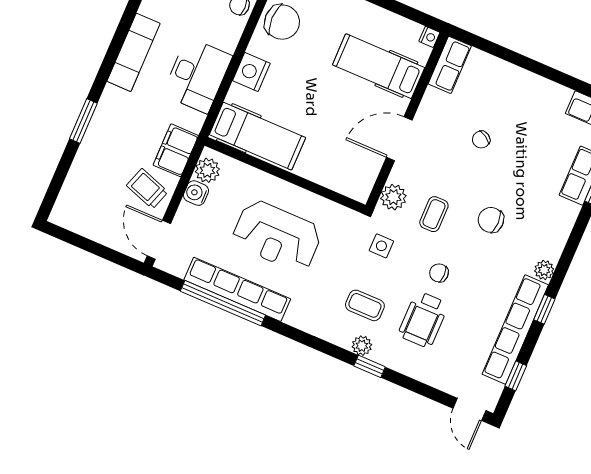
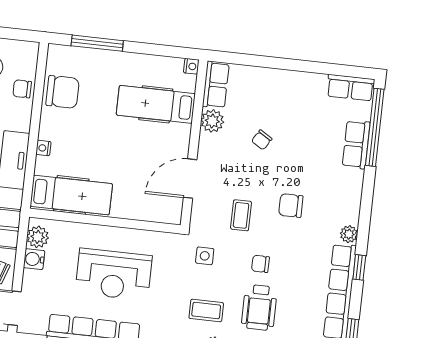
nightstand: (251, 72) -> (43, 148), width x0.53, depth x0.56
door: (399, 139) -> (190, 179), moved
plant: (393, 197) -> (212, 121), moved

